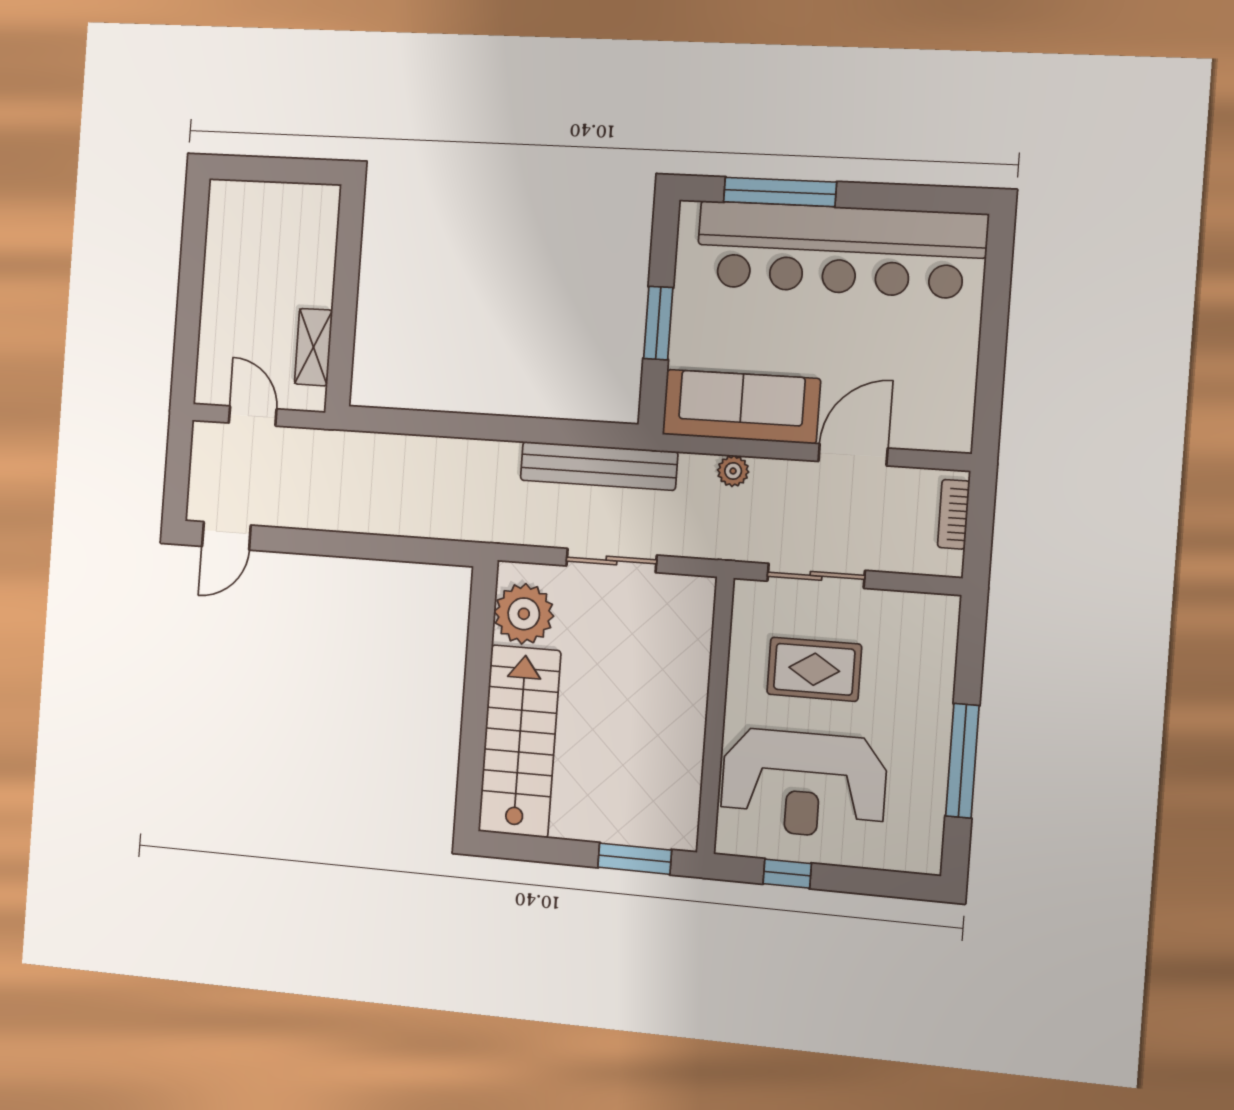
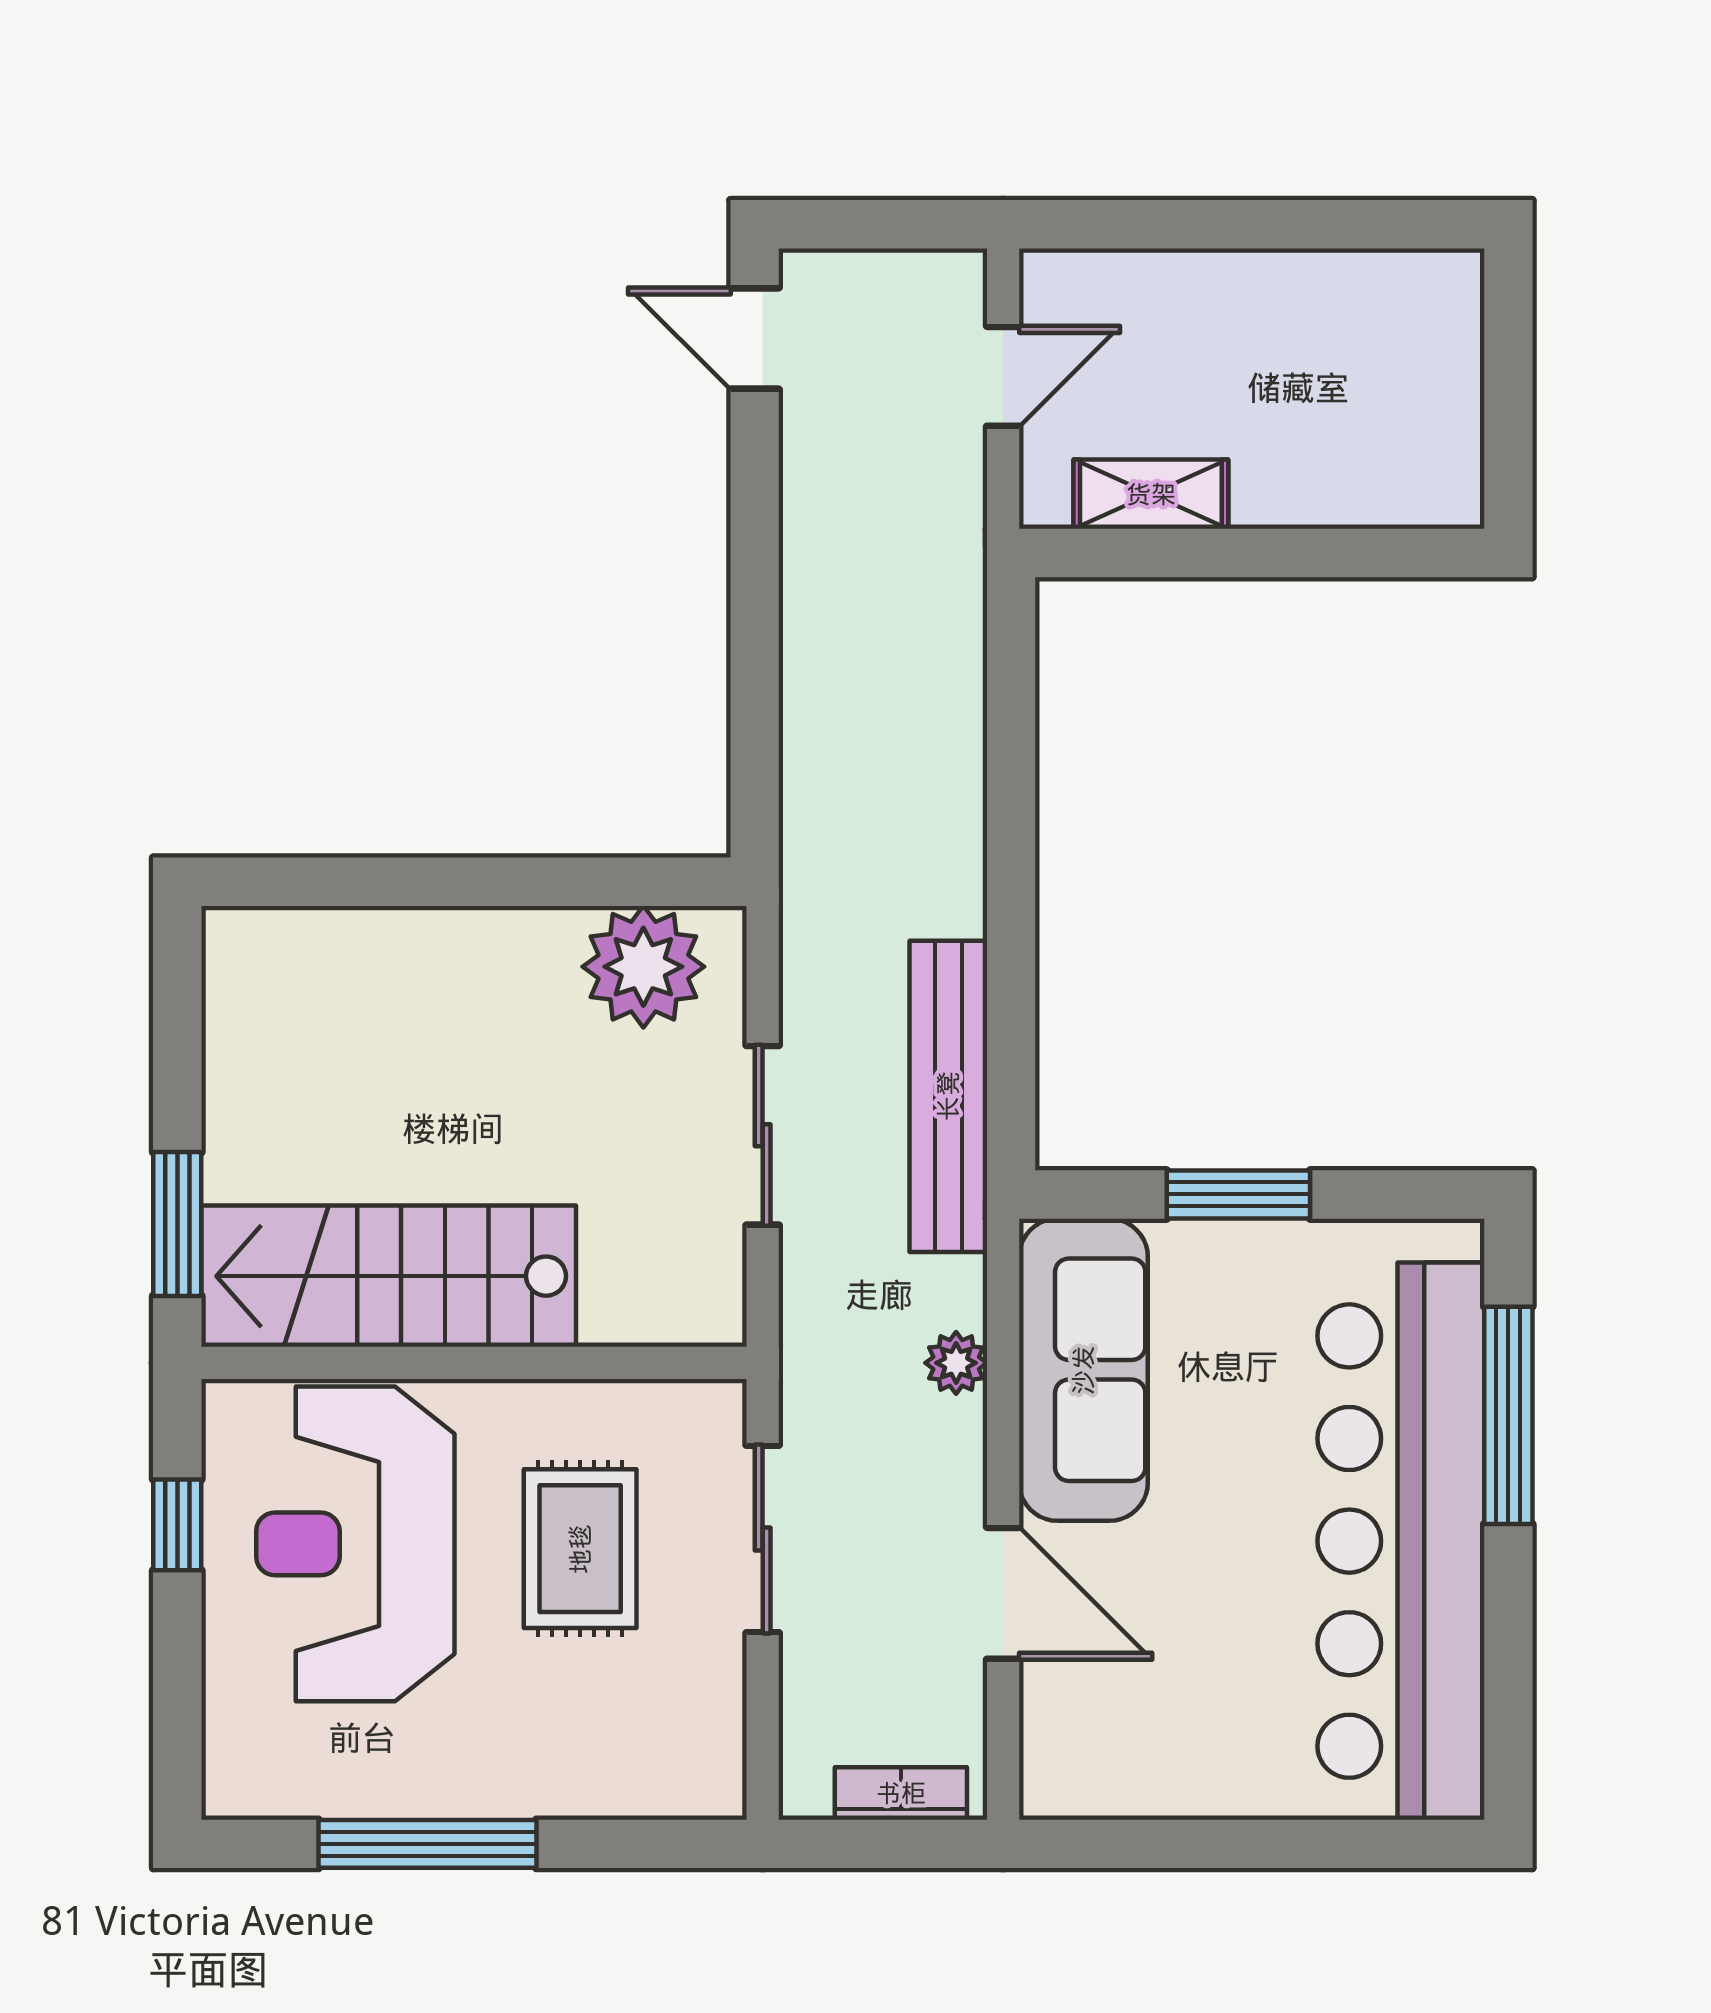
stairs: (519, 741) -> (389, 1276), moved, turned 180

